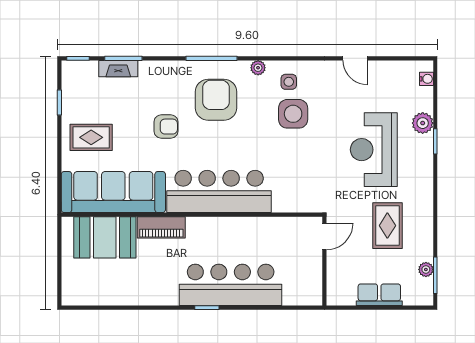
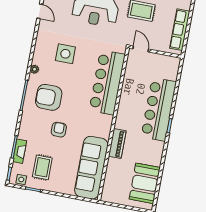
door: (355, 58) -> (40, 11), hinge flipped
side table: (289, 82) -> (21, 179), moved
rug: (91, 137) -> (42, 167), moved
bar counter: (219, 191) -> (107, 82), moved
booth: (105, 237) -> (145, 183), moved
row of seats: (379, 295) -> (180, 30), width x1.48

